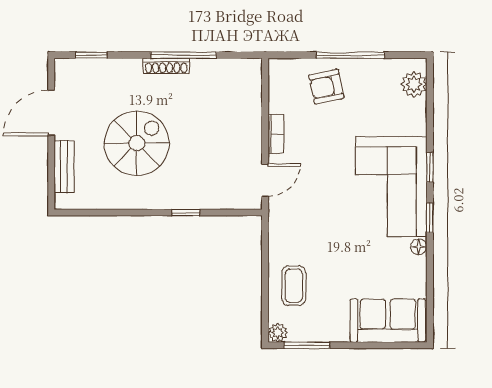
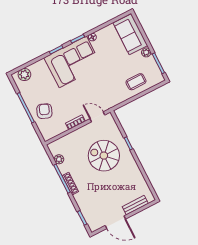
plant: (223, 68) -> (59, 159), added
armchair: (326, 87) -> (44, 111), turned -146
spiral stairs: (137, 143) -> (104, 156), moved
plant: (278, 333) -> (146, 52), moved

